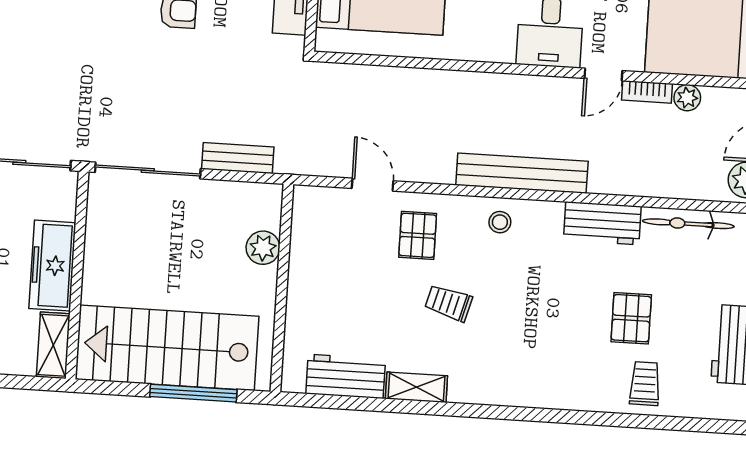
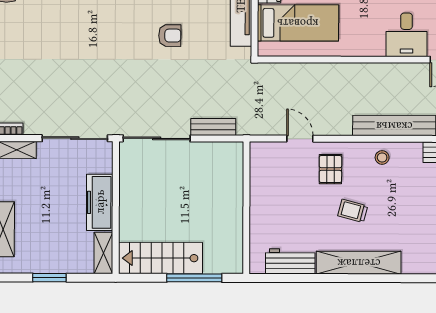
plant: (263, 248) -> (233, 183), removed
stairs: (167, 348) -> (161, 258), width x0.73, depth x0.66
shelving: (416, 387) -> (359, 263), width x2.20, depth x1.33

